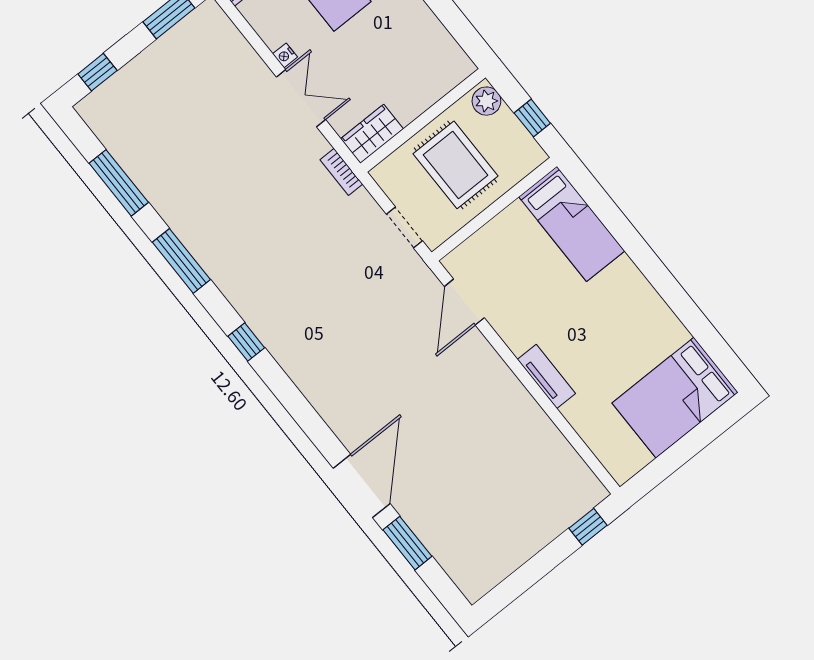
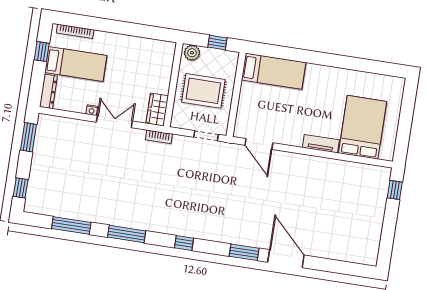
bed: (675, 398) -> (363, 127), moved, turned 180
window: (407, 543) -> (244, 252), moved

